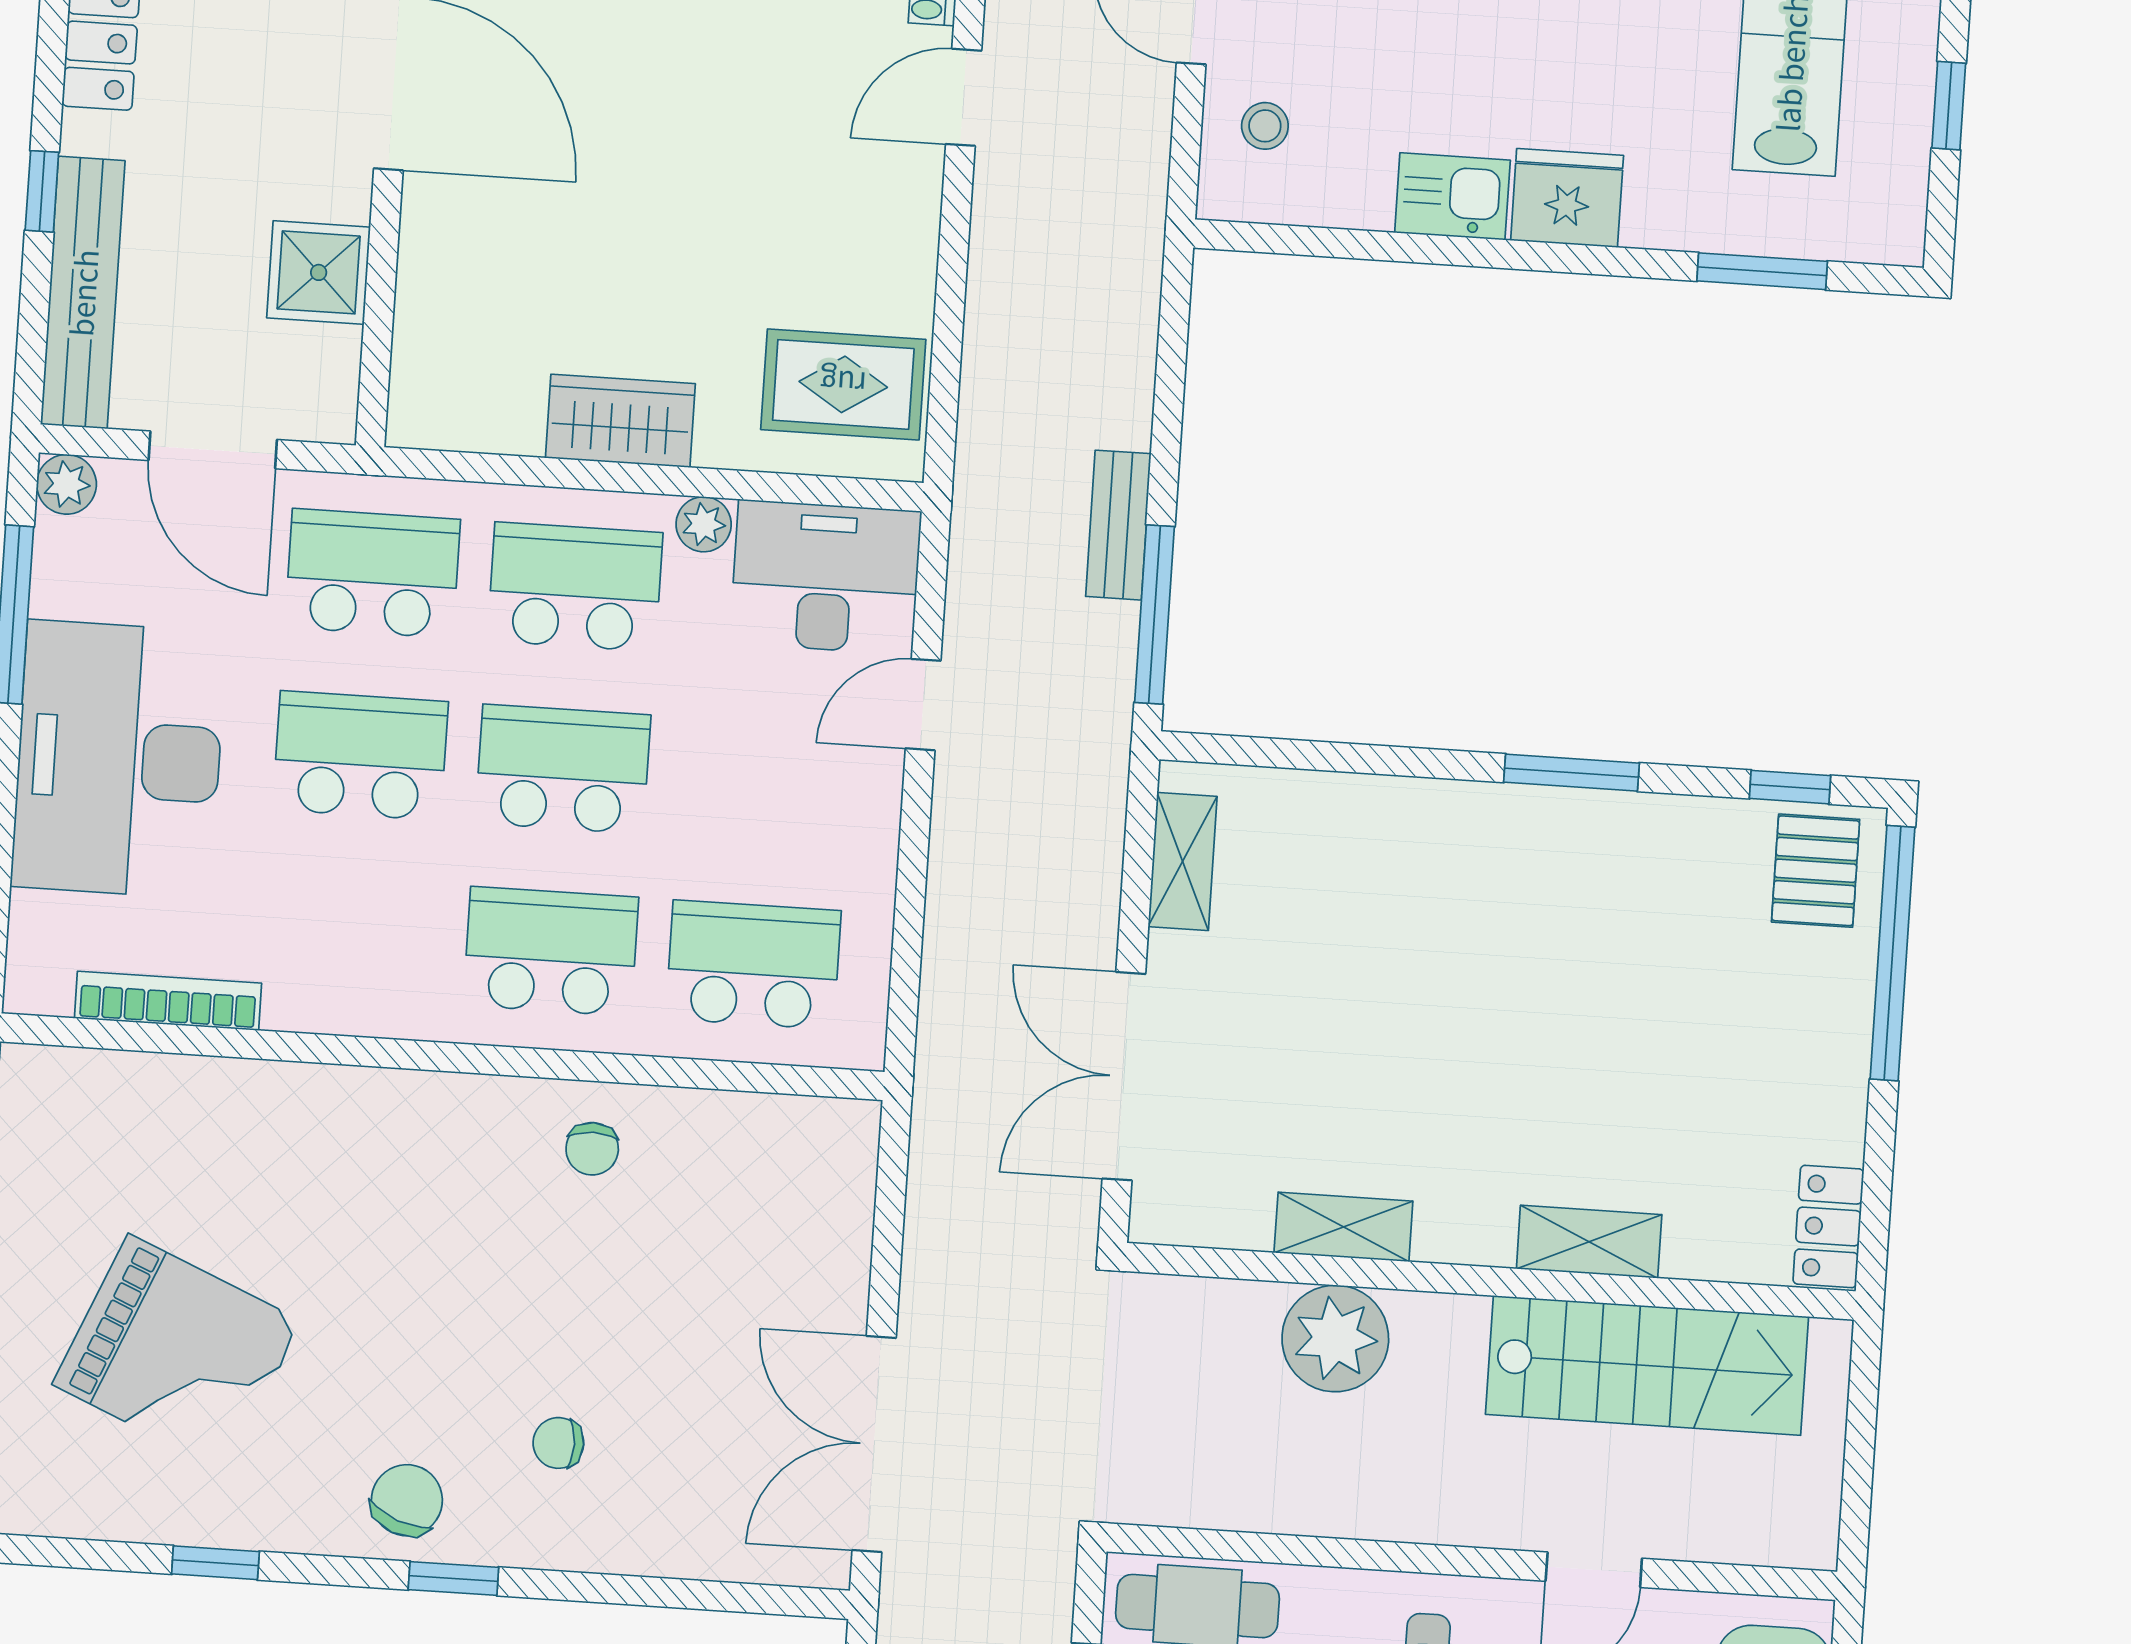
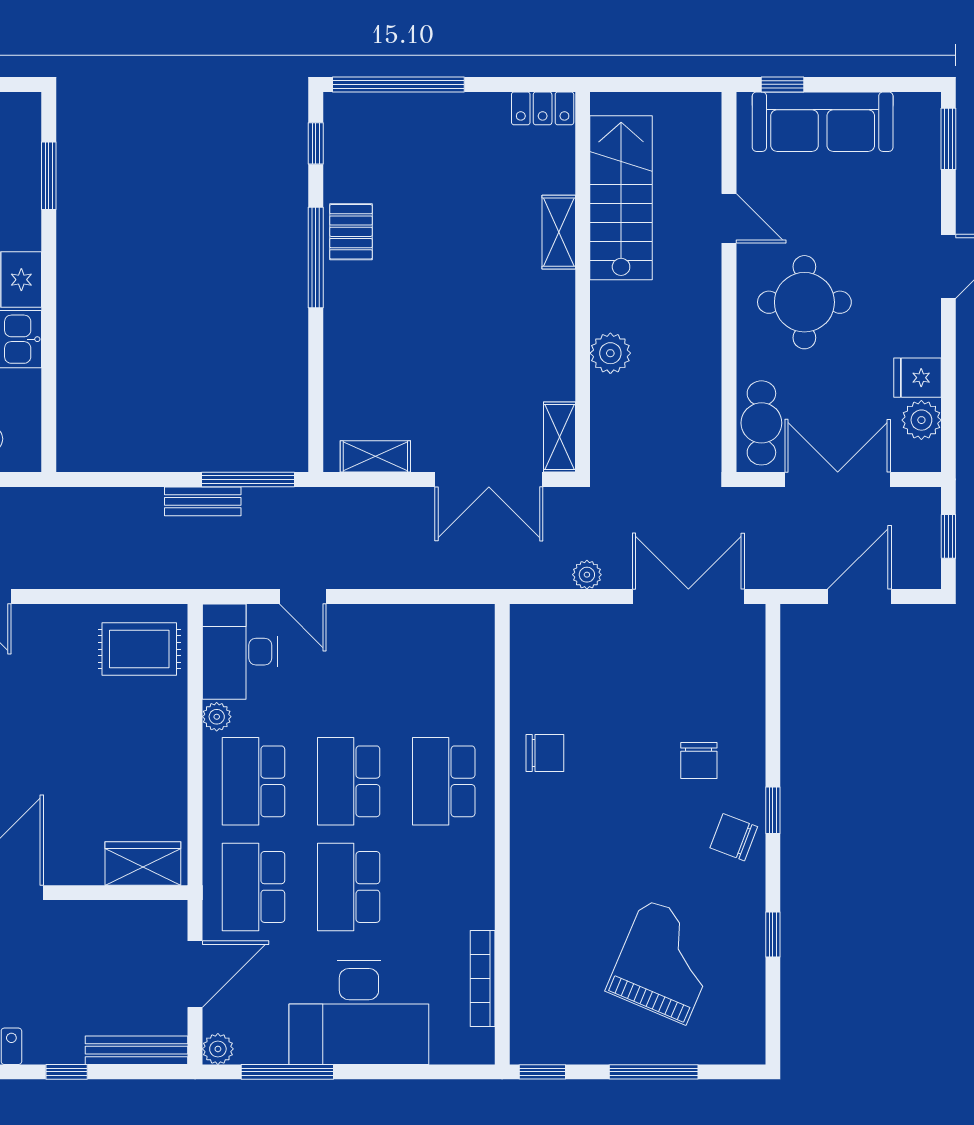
shower: (319, 272) -> (99, 925), removed
bench: (83, 293) -> (137, 1050), width x0.73, depth x0.82
rug: (843, 384) -> (139, 649), turned 90
wardrobe: (620, 421) -> (143, 863), moved, turned 90
window: (1572, 773) -> (316, 257), width x1.44
pallet: (1816, 871) -> (351, 232), moved, turned 90
school desk: (753, 965) -> (444, 676), removed
chair: (592, 1149) -> (545, 753), width x1.37, depth x1.37
shelving: (1343, 1227) -> (560, 437), moved
plant: (929, 1252) -> (587, 575), added
plant: (1335, 1338) -> (610, 353), width x0.73, depth x0.73
chair: (558, 1443) -> (699, 760), width x1.37, depth x1.37
double door: (874, 1444) -> (688, 596), swing flipped

